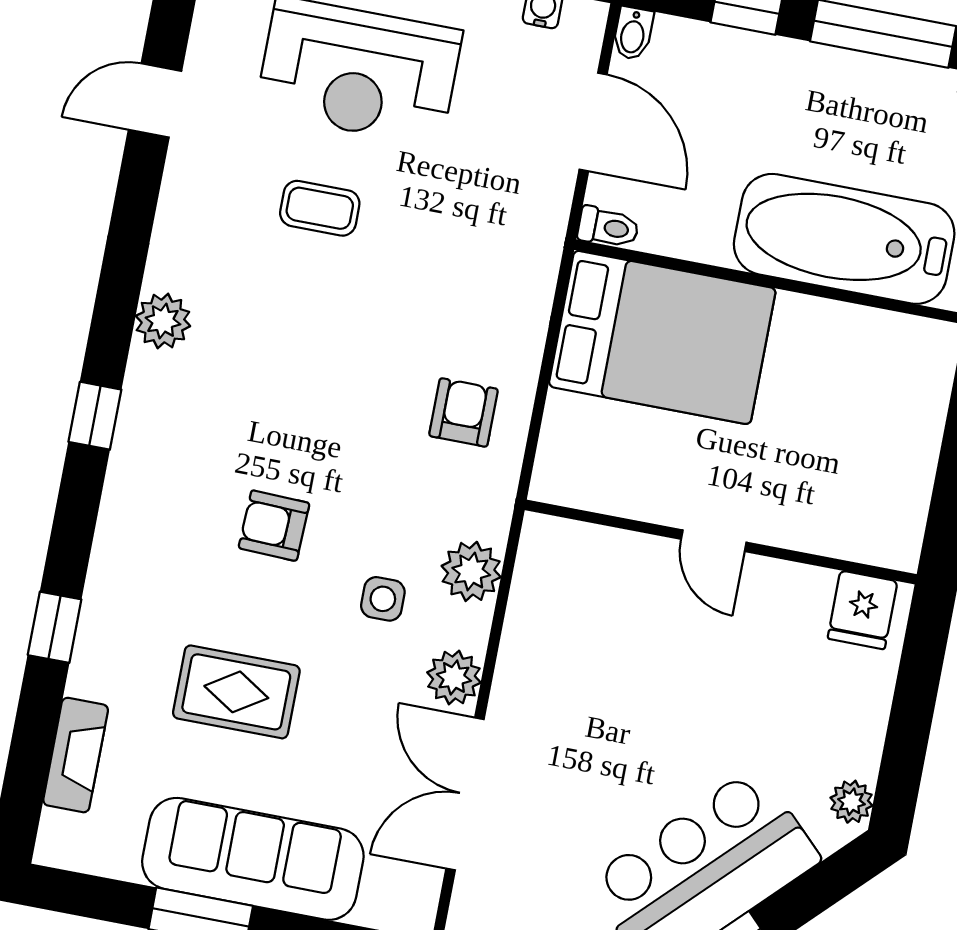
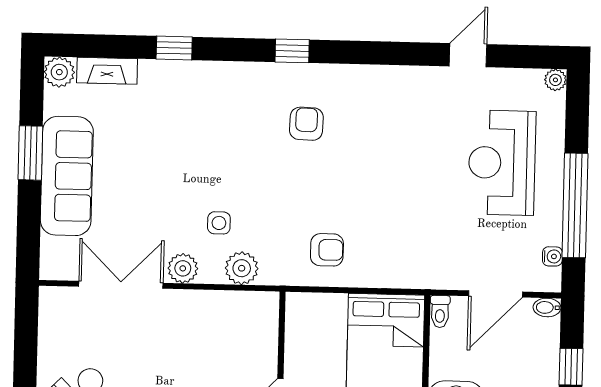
door: (155, 100) -> (468, 55), hinge flipped
coffee table: (320, 208) -> (424, 154), removed
plant: (163, 321) -> (59, 72), moved
armchair: (274, 526) -> (306, 124), moved
rug: (236, 692) -> (156, 152), removed

